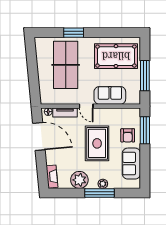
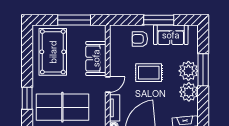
window: (145, 130) -> (159, 20), moved
armchair: (128, 135) -> (140, 39), turned 180
rug: (97, 143) -> (149, 73), width x0.73, depth x0.70
plant: (103, 184) -> (188, 71), width x1.87, depth x1.87

